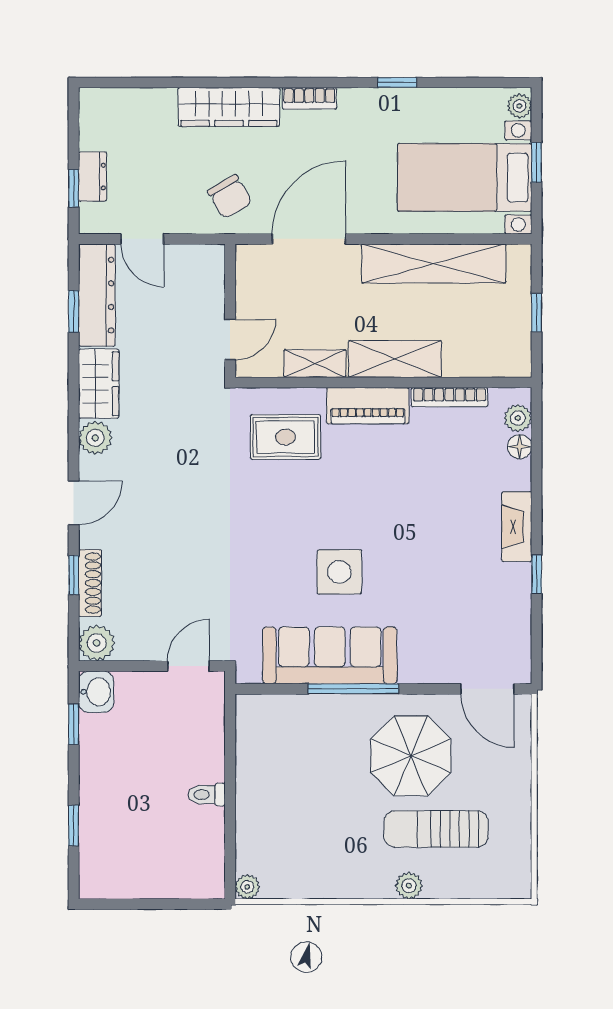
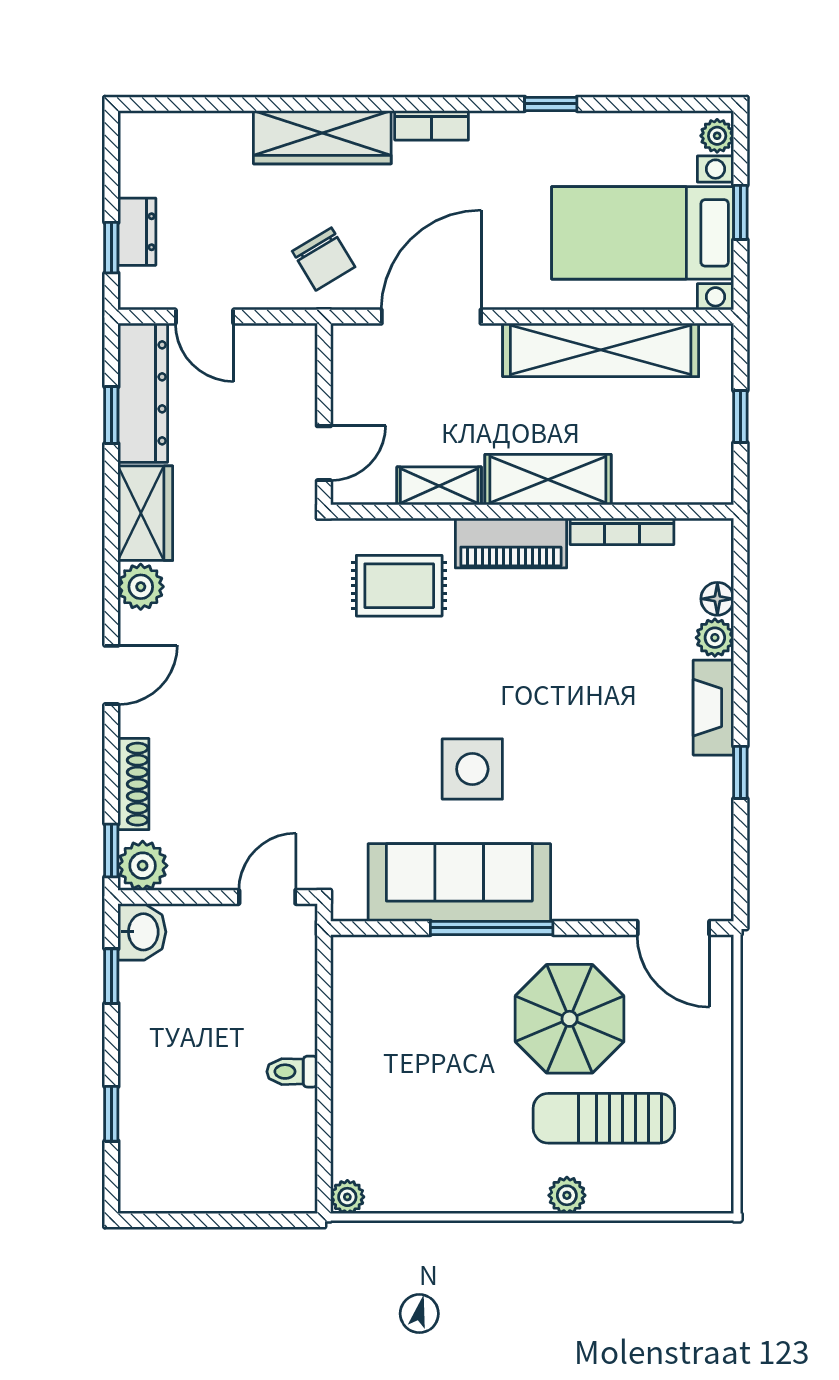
plant: (518, 418) -> (715, 638), moved
window: (74, 575) -> (111, 850), moved

